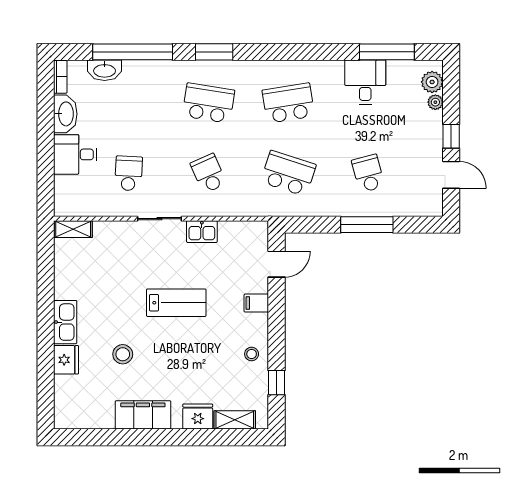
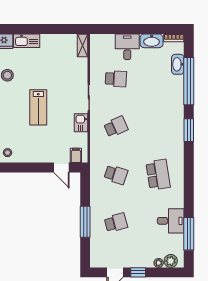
school desk: (208, 103) -> (158, 127), removed
school desk: (288, 173) -> (116, 175), width x0.54
filing cabinet: (256, 303) -> (76, 155), moved

